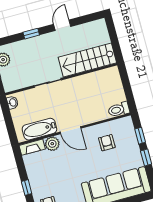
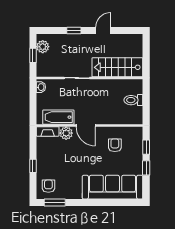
toilet: (119, 110) -> (133, 100), moved

